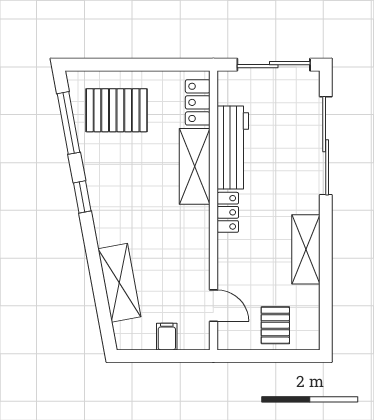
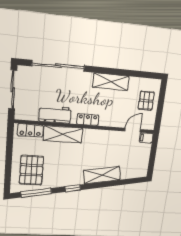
workbench: (233, 148) -> (55, 115), width x0.73
shelving: (119, 283) -> (102, 175), moved
pallet: (275, 325) -> (146, 101), turned 90
filing cabinet: (167, 337) -> (146, 138), moved

